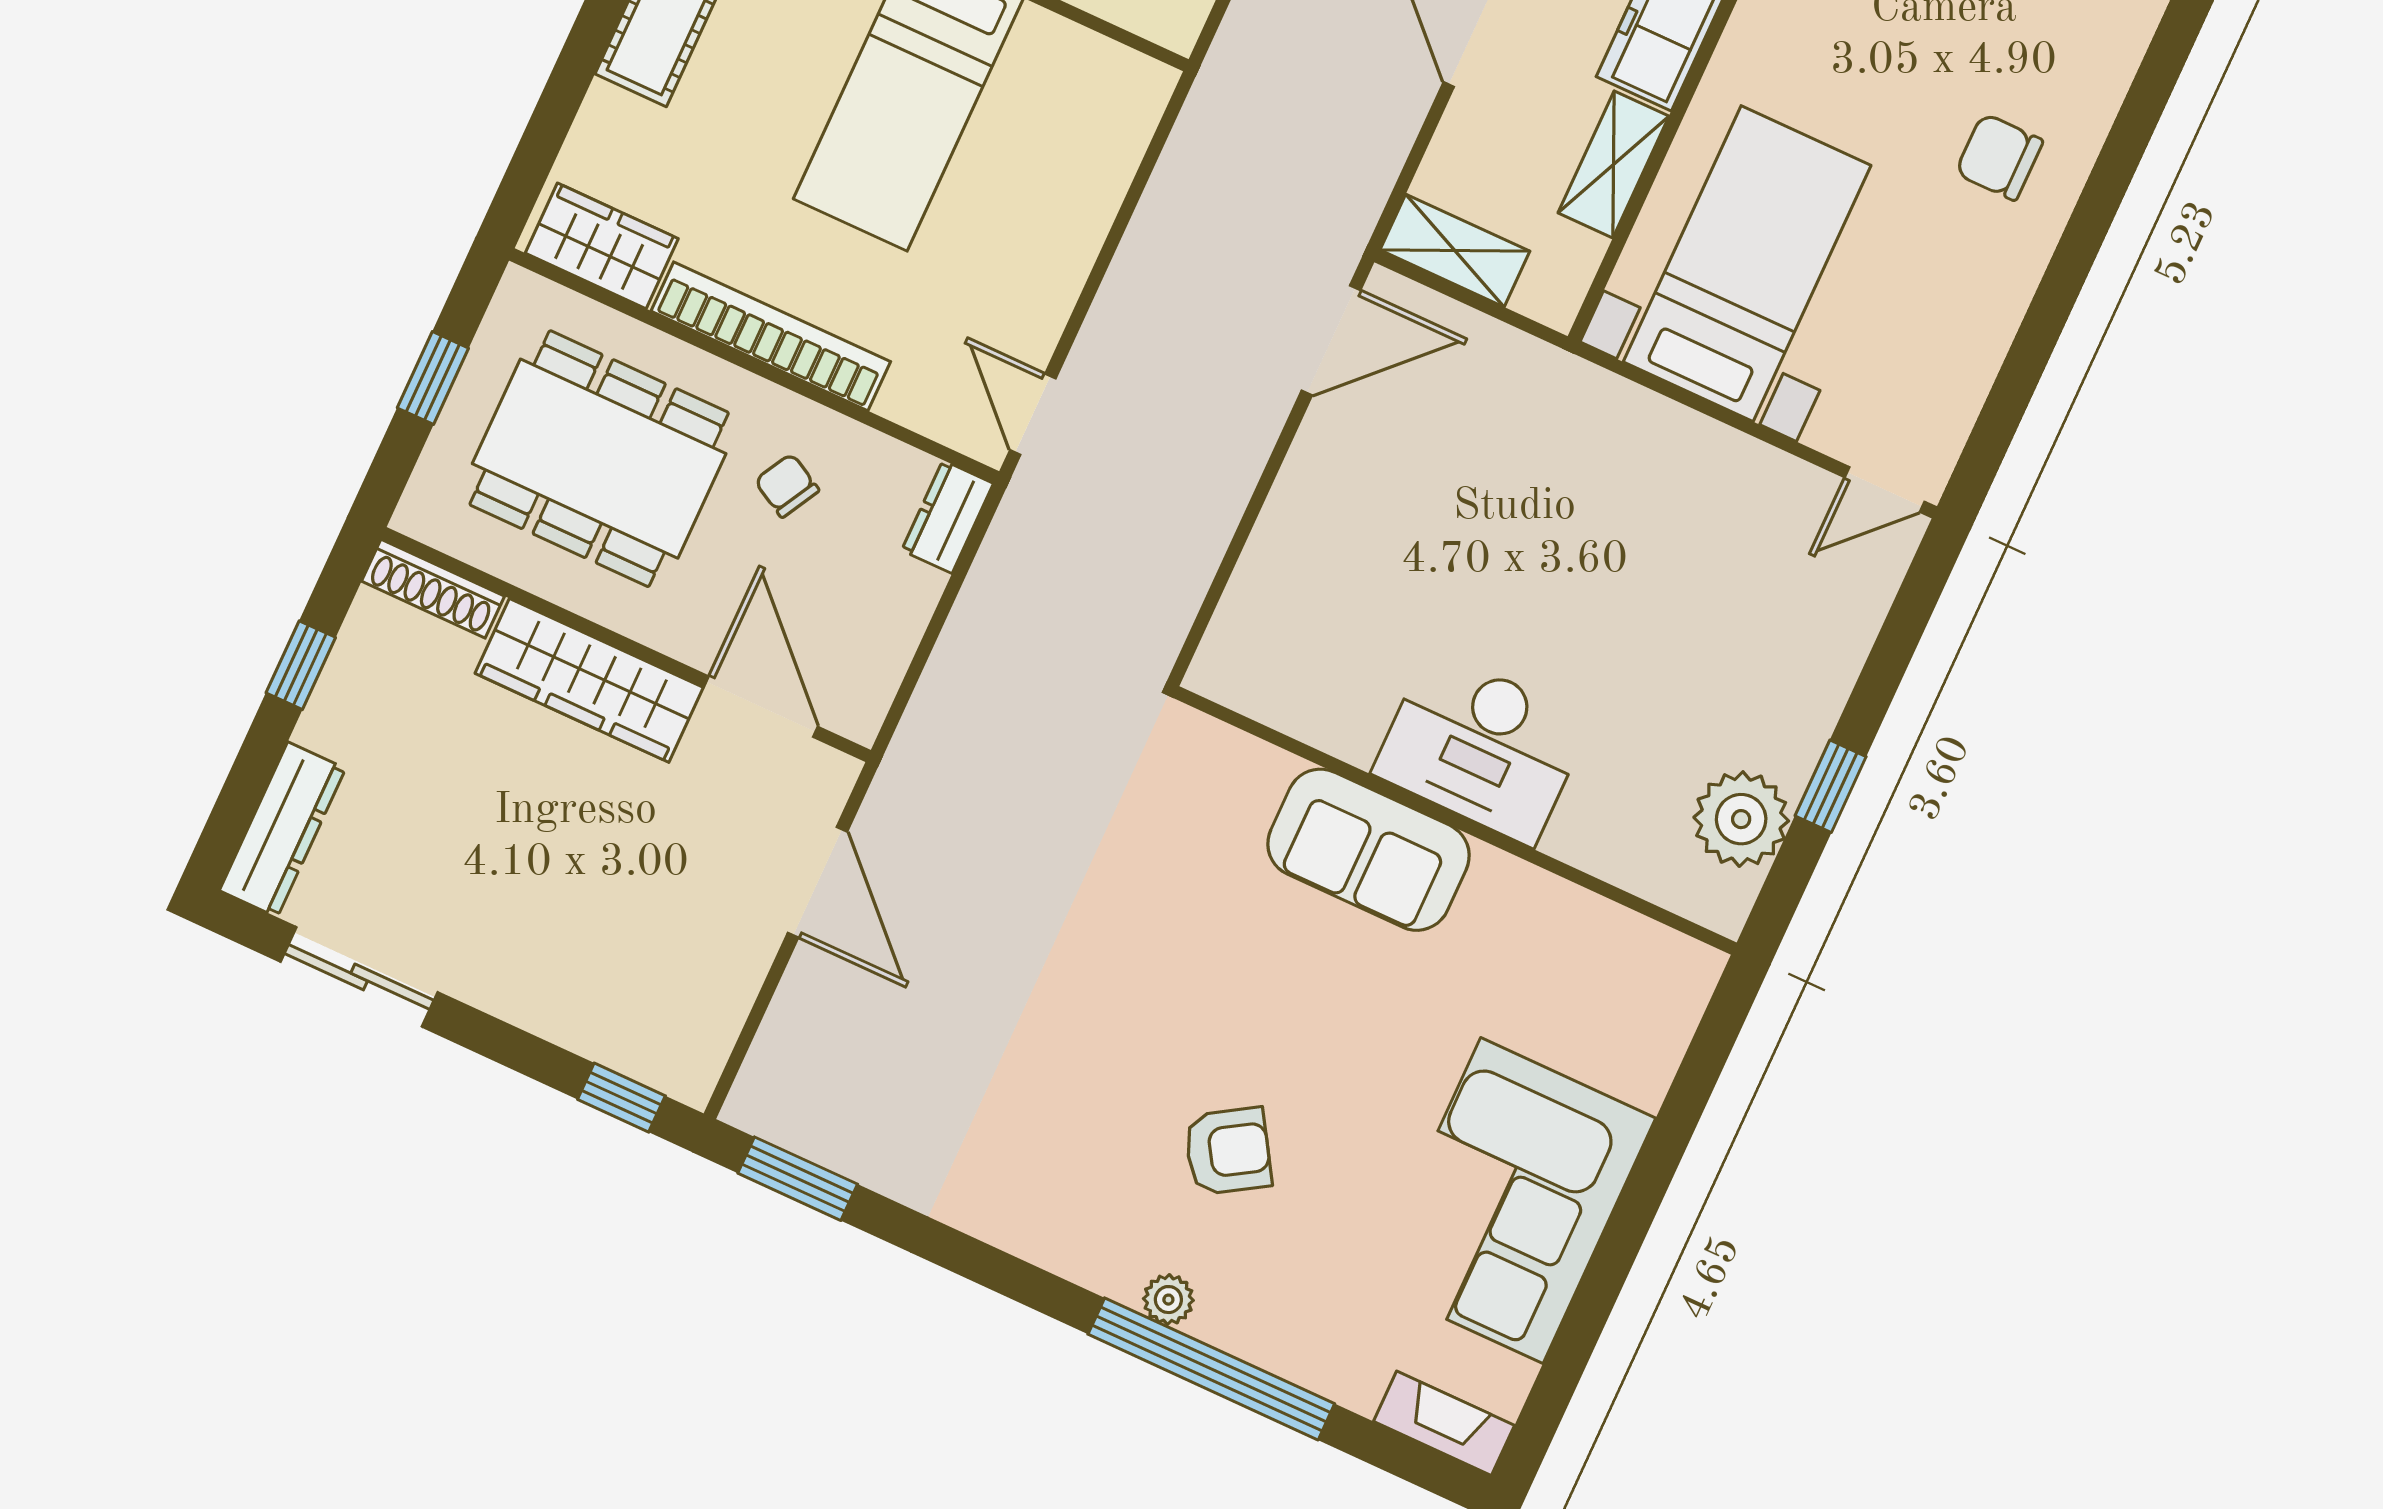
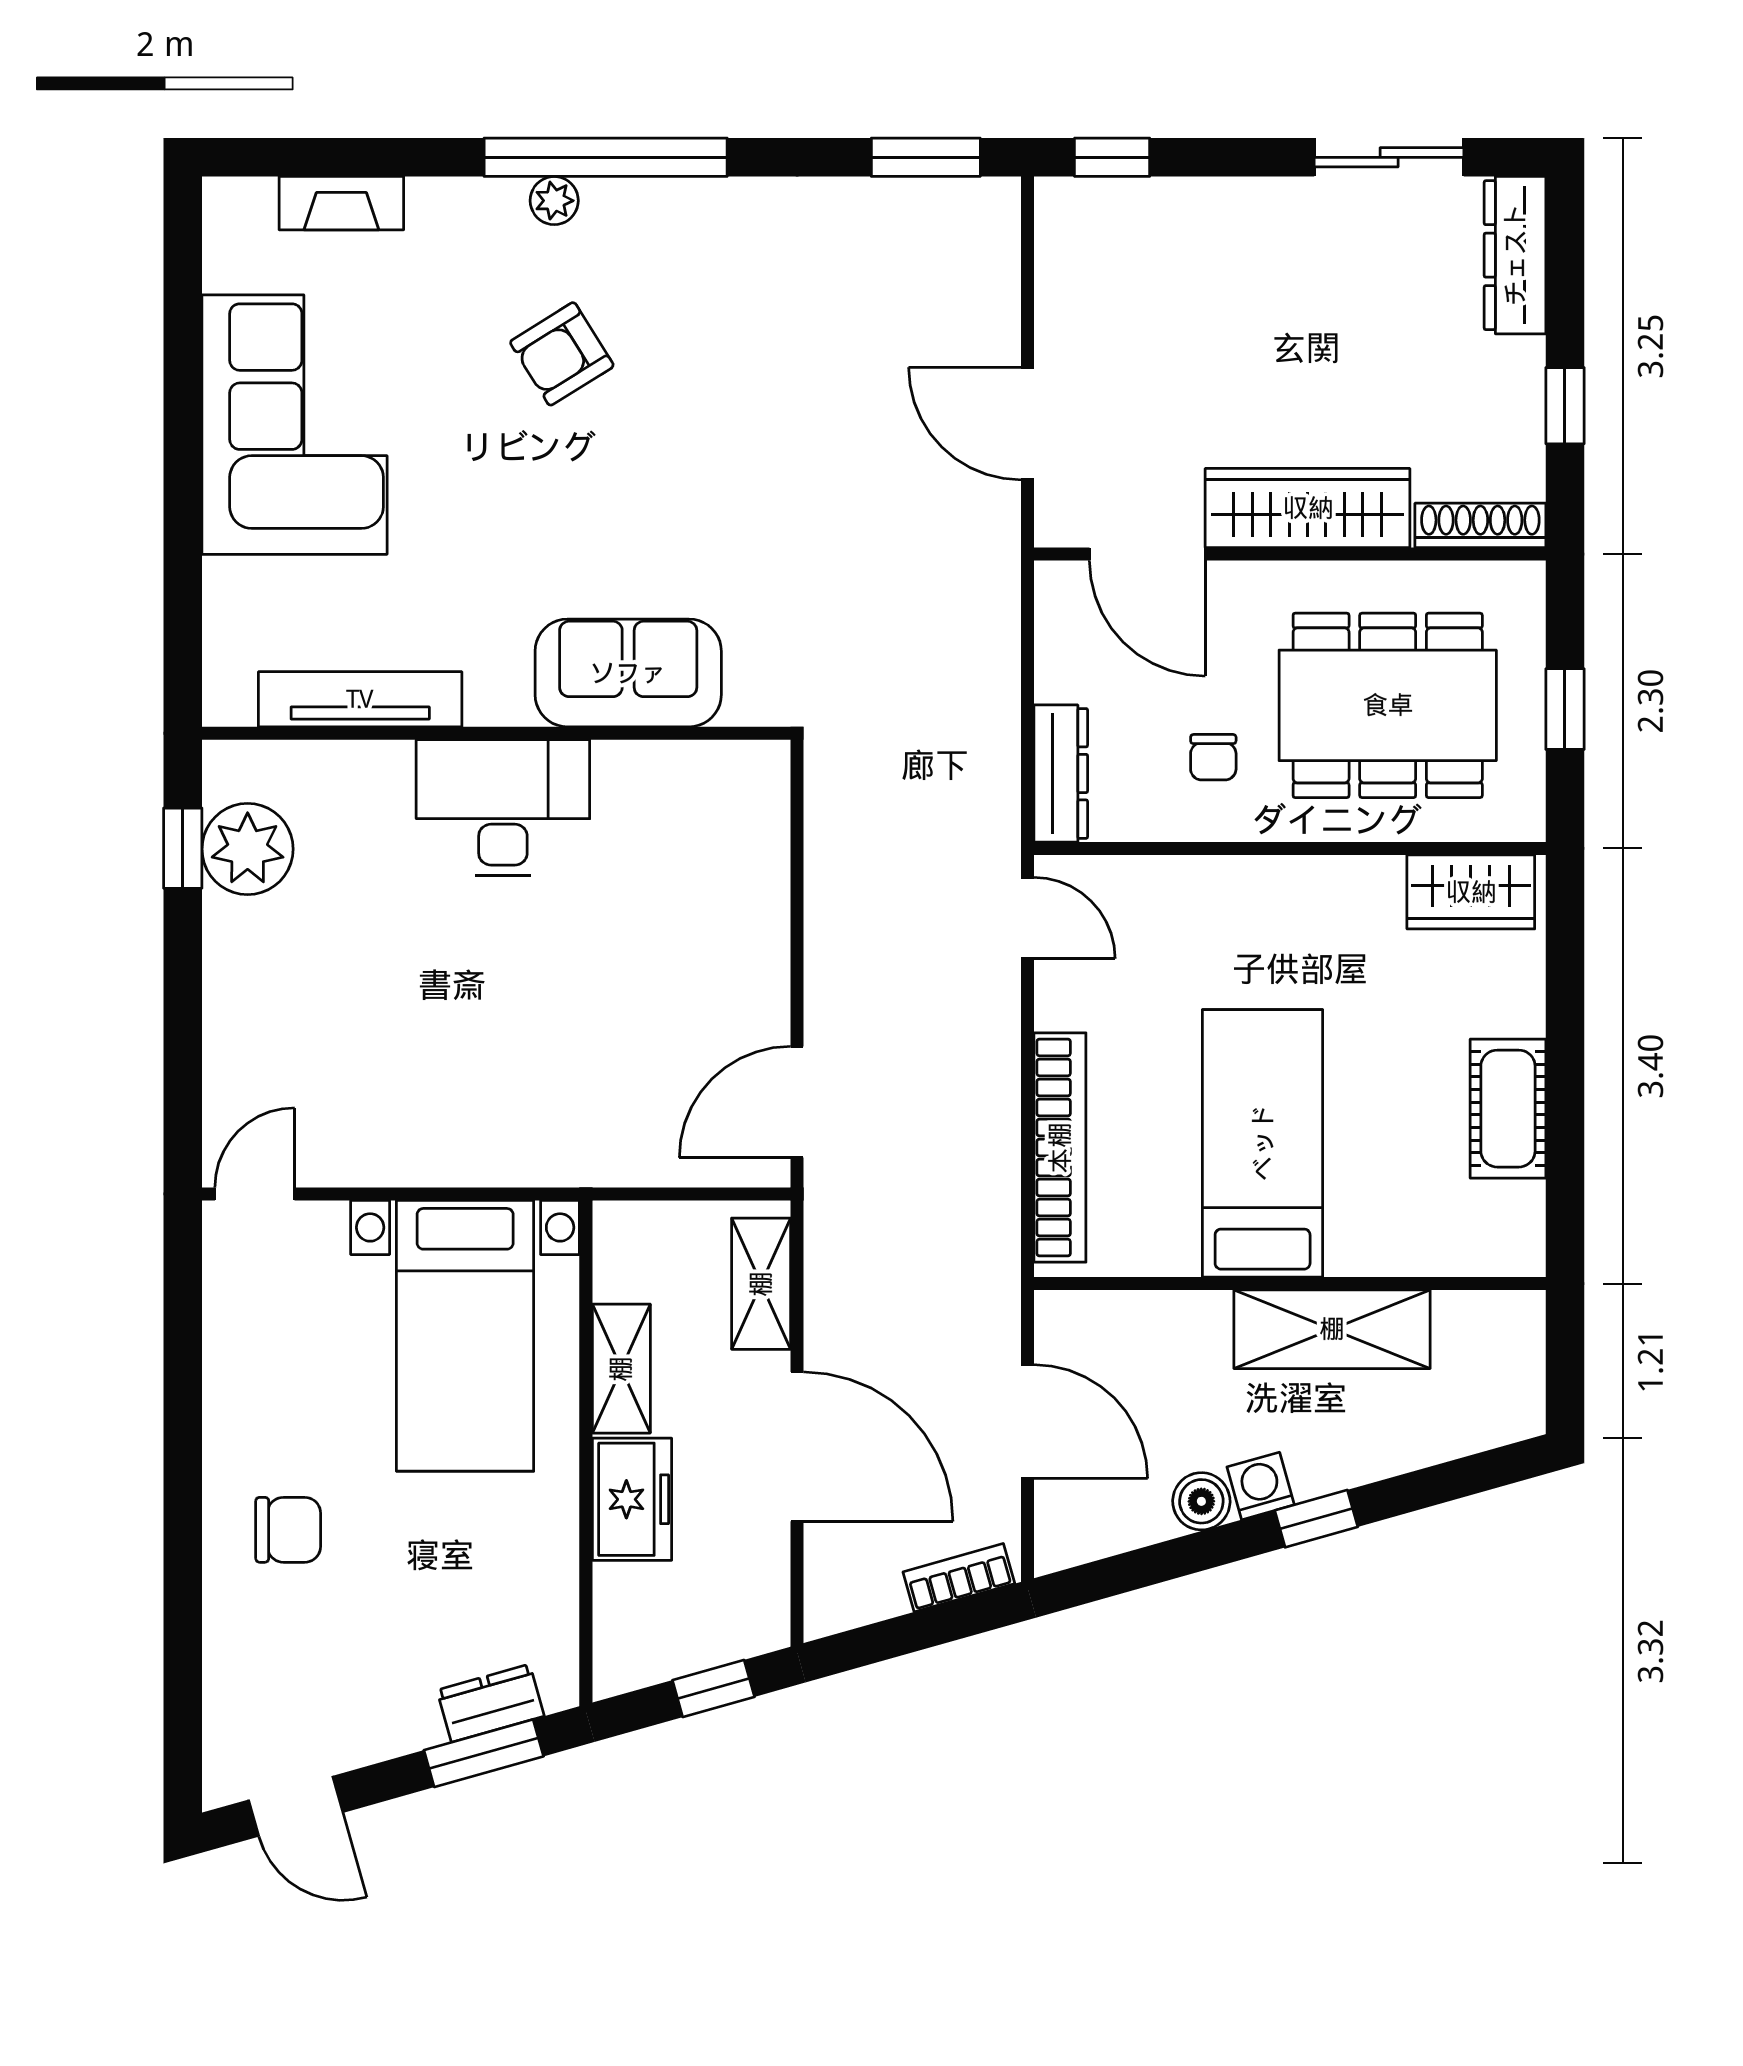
shelving: (1455, 251) -> (761, 1284), moved, turned 90
bookcase: (771, 336) -> (1060, 1148), moved, turned -90
chair: (787, 485) -> (1213, 757), turned 61
dresser: (947, 517) -> (1061, 773), width x1.44
window: (1831, 786) -> (183, 848), moved
sofa: (1369, 850) -> (628, 673), moved
tv unit: (1569, 912) -> (360, 699), added
window: (1211, 1369) -> (606, 157), moved
fireplace: (1444, 1423) -> (341, 203), moved

